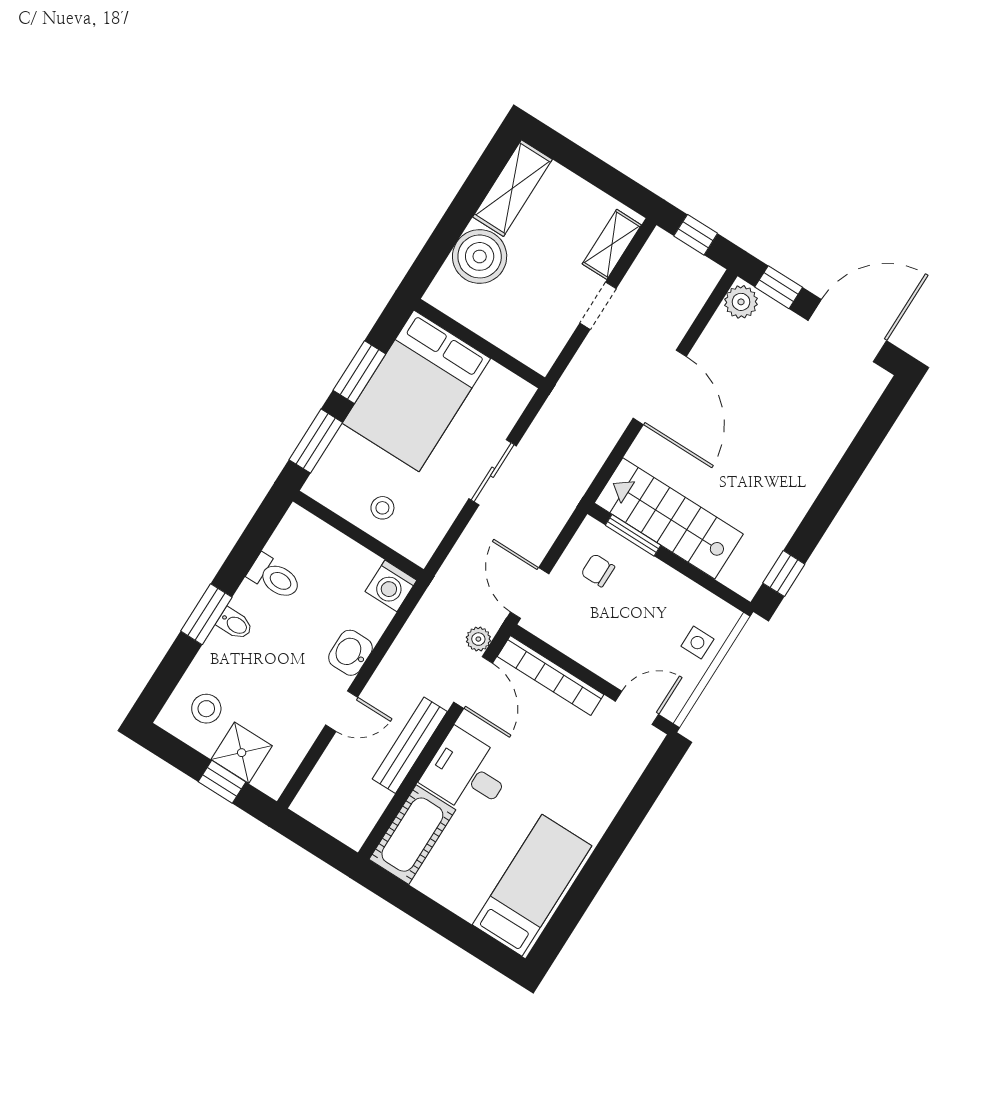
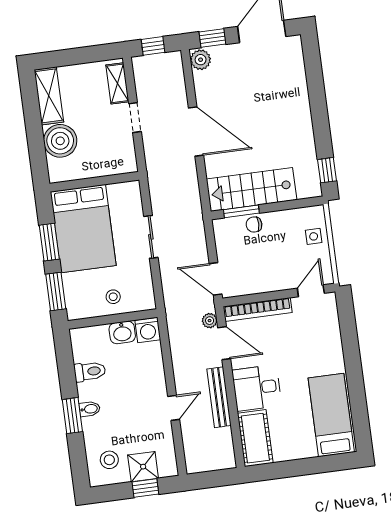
chair: (598, 570) -> (254, 225), moved
washbasin: (350, 653) -> (122, 332), moved, turned -90

